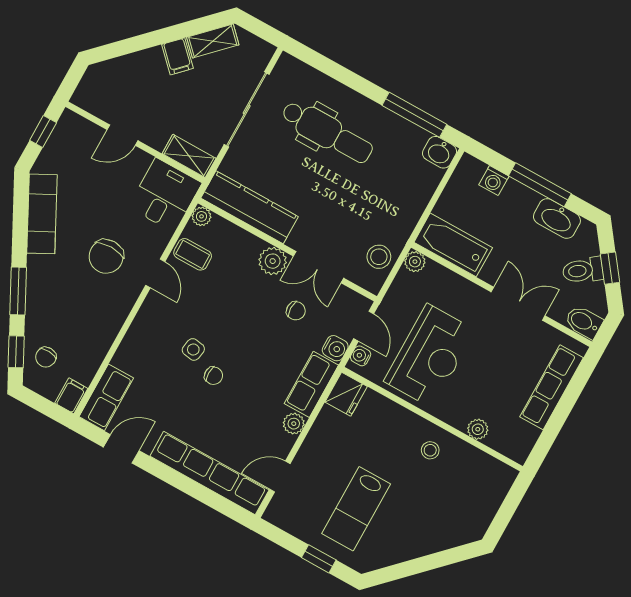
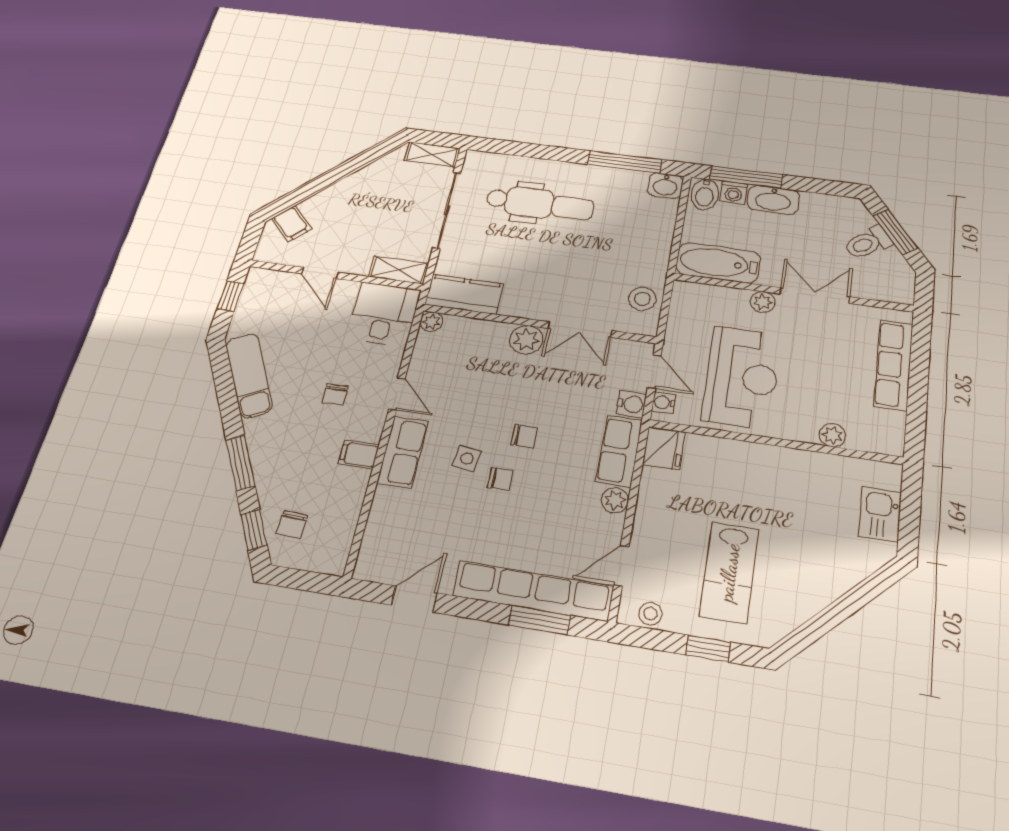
shelving: (213, 41) -> (432, 154), moved, turned 45
filing cabinet: (177, 56) -> (291, 224), moved
door: (123, 135) -> (320, 273), hinge flipped
window: (540, 185) -> (746, 177), moved
kitchen counter: (250, 207) -> (464, 294), width x0.67
washbasin: (557, 218) -> (773, 200), moved
coffee table: (193, 254) -> (434, 361), removed
chair: (106, 256) -> (335, 395), width x0.54, depth x0.54
plant: (415, 262) -> (763, 302), moved
window: (610, 268) -> (895, 232), width x1.50
chair: (296, 311) -> (524, 436), moved
bidet: (584, 322) -> (705, 194), moved, turned -90
filing cabinet: (71, 396) -> (359, 454), moved, turned -90
row of seats: (106, 397) -> (403, 452), moved
stool: (430, 450) -> (651, 614), moved
window: (207, 496) -> (539, 620), added
kitchen sink: (484, 504) -> (880, 514), added

